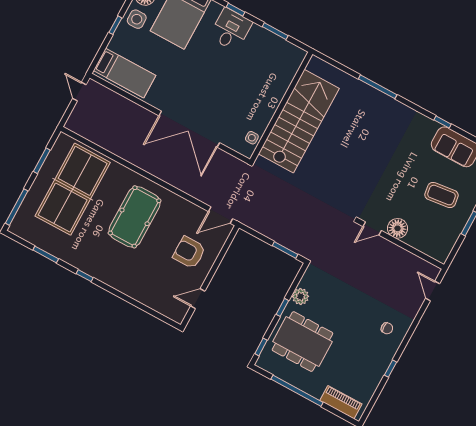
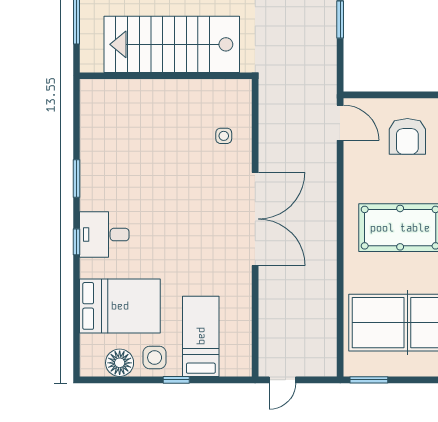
bed: (125, 73) -> (201, 336), moved
wall: (281, 107) -> (166, 76), moved
stairs: (299, 121) -> (172, 44), moved
window: (42, 161) -> (369, 380), moved

